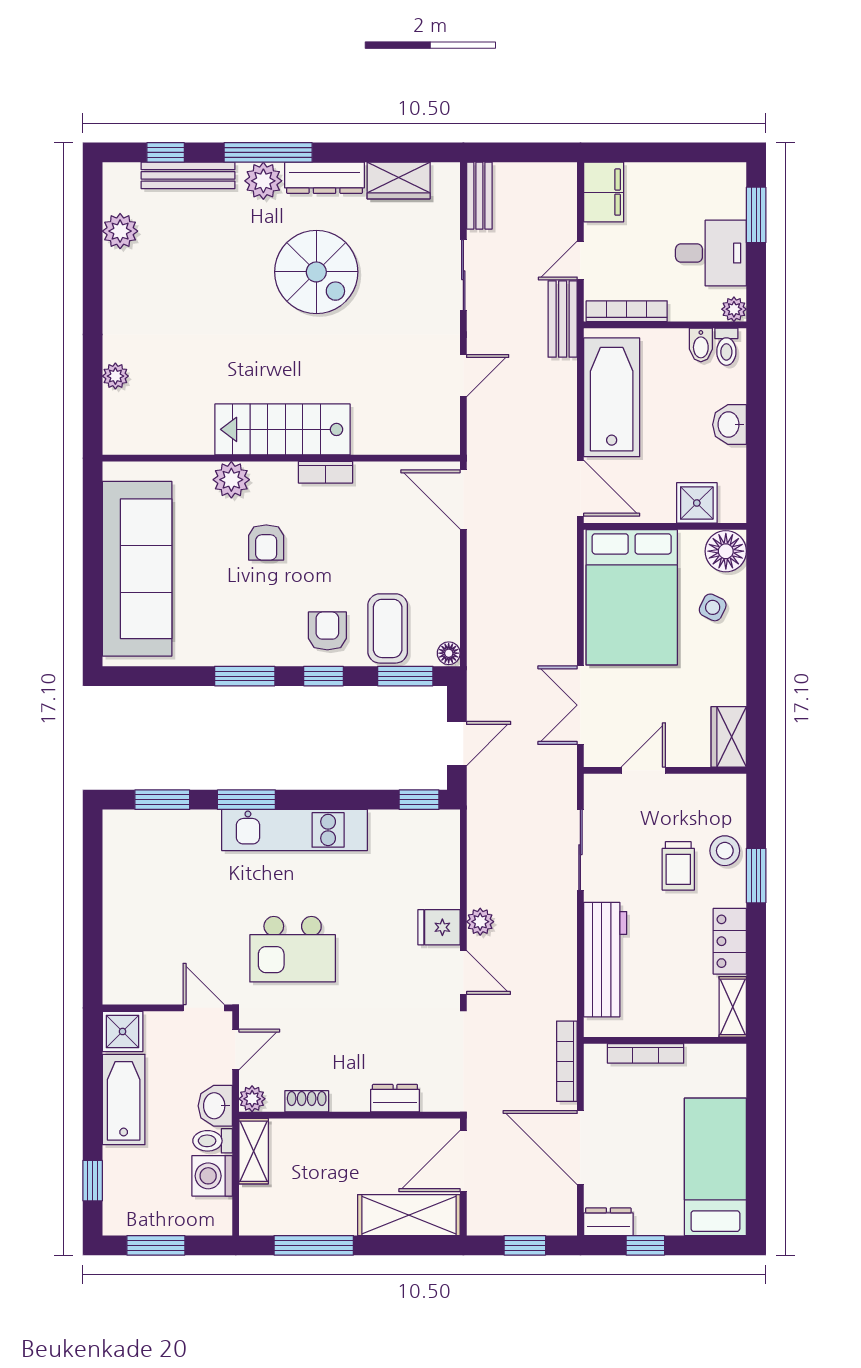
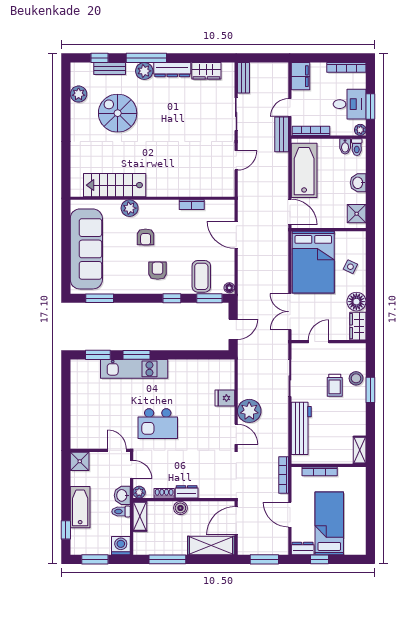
bookcase: (704, 173) -> (346, 67), added
bench: (188, 175) -> (110, 68), width x0.73
window: (756, 215) -> (370, 107), moved
spiral stairs: (316, 272) -> (118, 113), moved, turned 180
plant: (115, 376) -> (76, 161), removed
stairs: (282, 429) -> (115, 185), moved
bookcase: (325, 472) -> (192, 205), moved
door: (463, 500) -> (236, 235), moved
shower: (697, 503) -> (357, 214), moved
floor lamp: (726, 551) -> (356, 302), moved
armchair: (327, 631) -> (158, 271), moved
window: (245, 676) -> (100, 298), moved
window: (419, 800) -> (216, 355), removed
kitchen unit: (295, 830) -> (134, 369), moved
plant: (480, 922) -> (249, 411), width x1.88, depth x1.88
fridge: (439, 927) -> (225, 398), moved
locker: (730, 941) -> (358, 420), removed
door: (236, 1049) -> (132, 470), hinge flipped
dresser: (395, 1098) -> (187, 492), moved
bathtub: (124, 1099) -> (80, 507), moved
boiler: (342, 1133) -> (180, 508), added
door: (580, 1148) -> (290, 515), width x0.73
bed: (715, 1167) -> (329, 523), moved
washing machine: (212, 1176) -> (121, 546), moved, turned 90
window: (525, 1245) -> (264, 559), width x1.50

